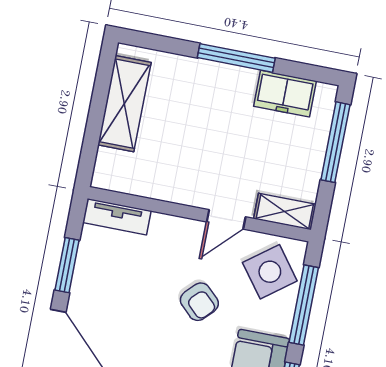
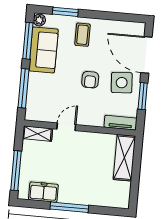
shelving: (124, 104) -> (124, 158), moved
side table: (270, 272) -> (122, 83), moved, turned 33
armchair: (199, 302) -> (90, 80), moved, turned -134

